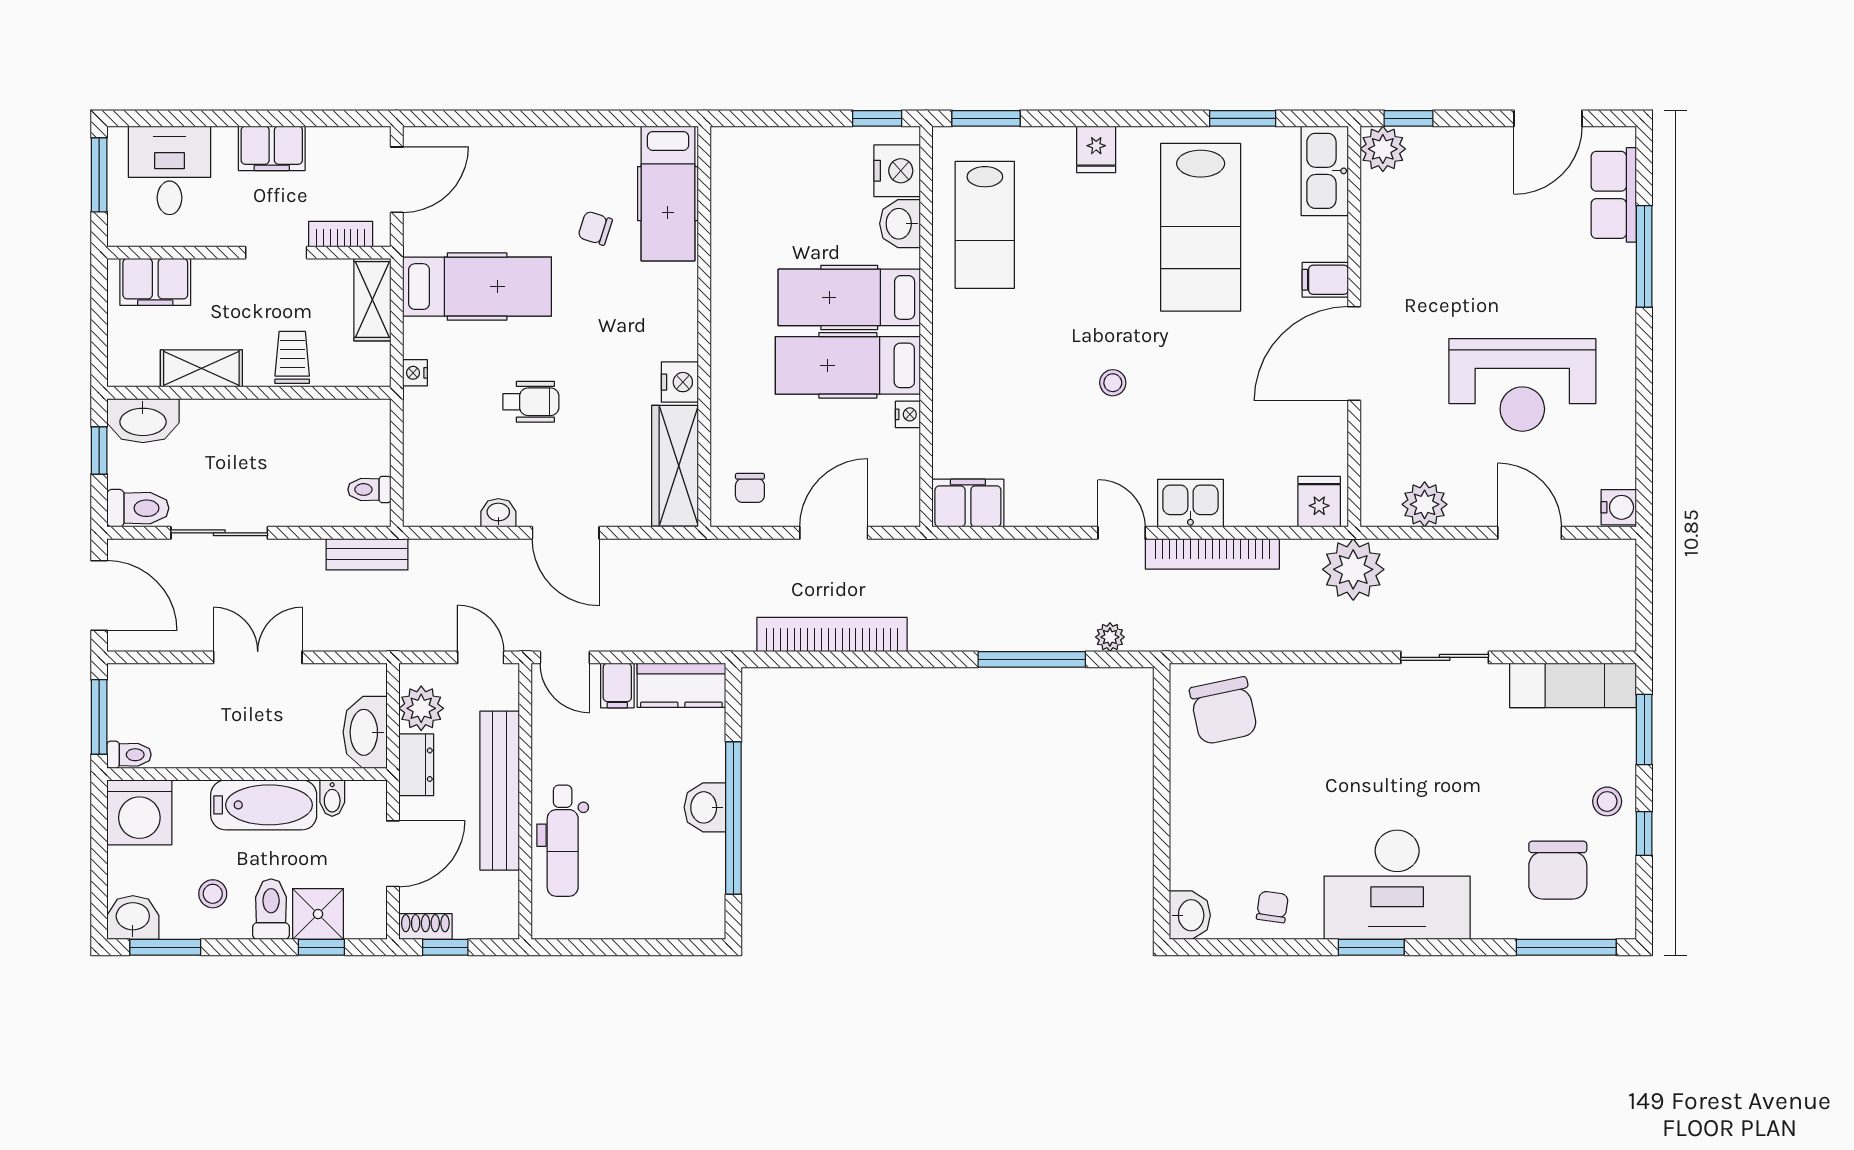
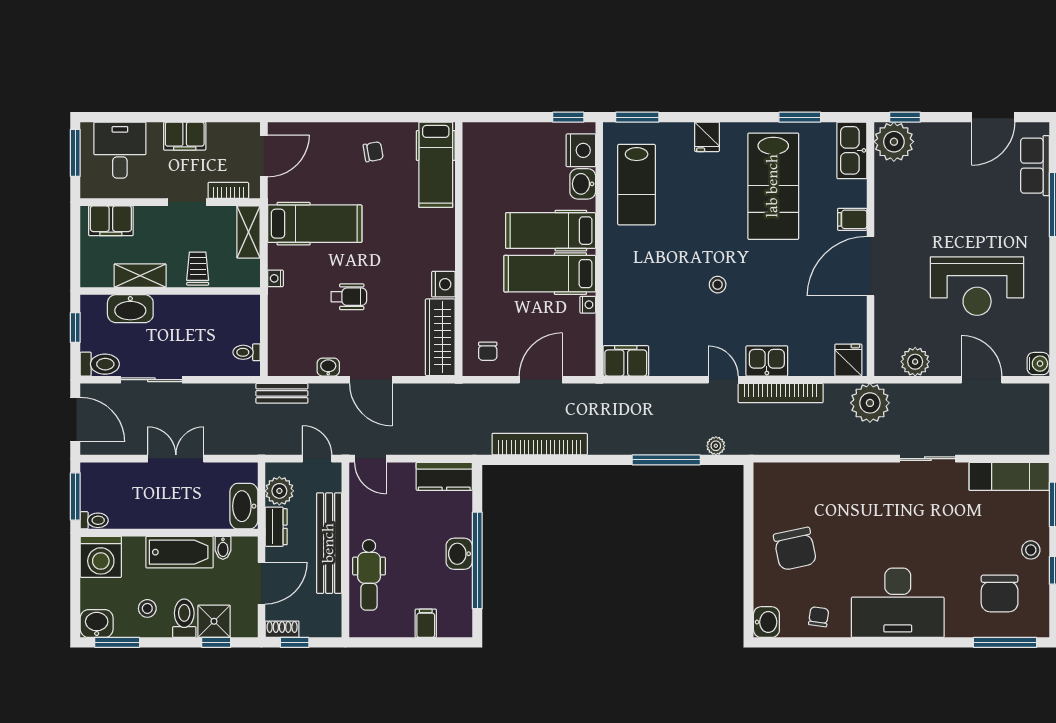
plant: (1383, 149) -> (894, 142), width x1.36, depth x1.36
chair: (595, 228) -> (373, 152), moved, turned 152
washbasin: (143, 421) -> (130, 309), moved
bench: (367, 554) -> (282, 393), moved
filing cabinet: (617, 686) -> (426, 623), moved, turned 180
chair: (1223, 711) -> (795, 549), moved
window: (1371, 947) -> (881, 642), removed

